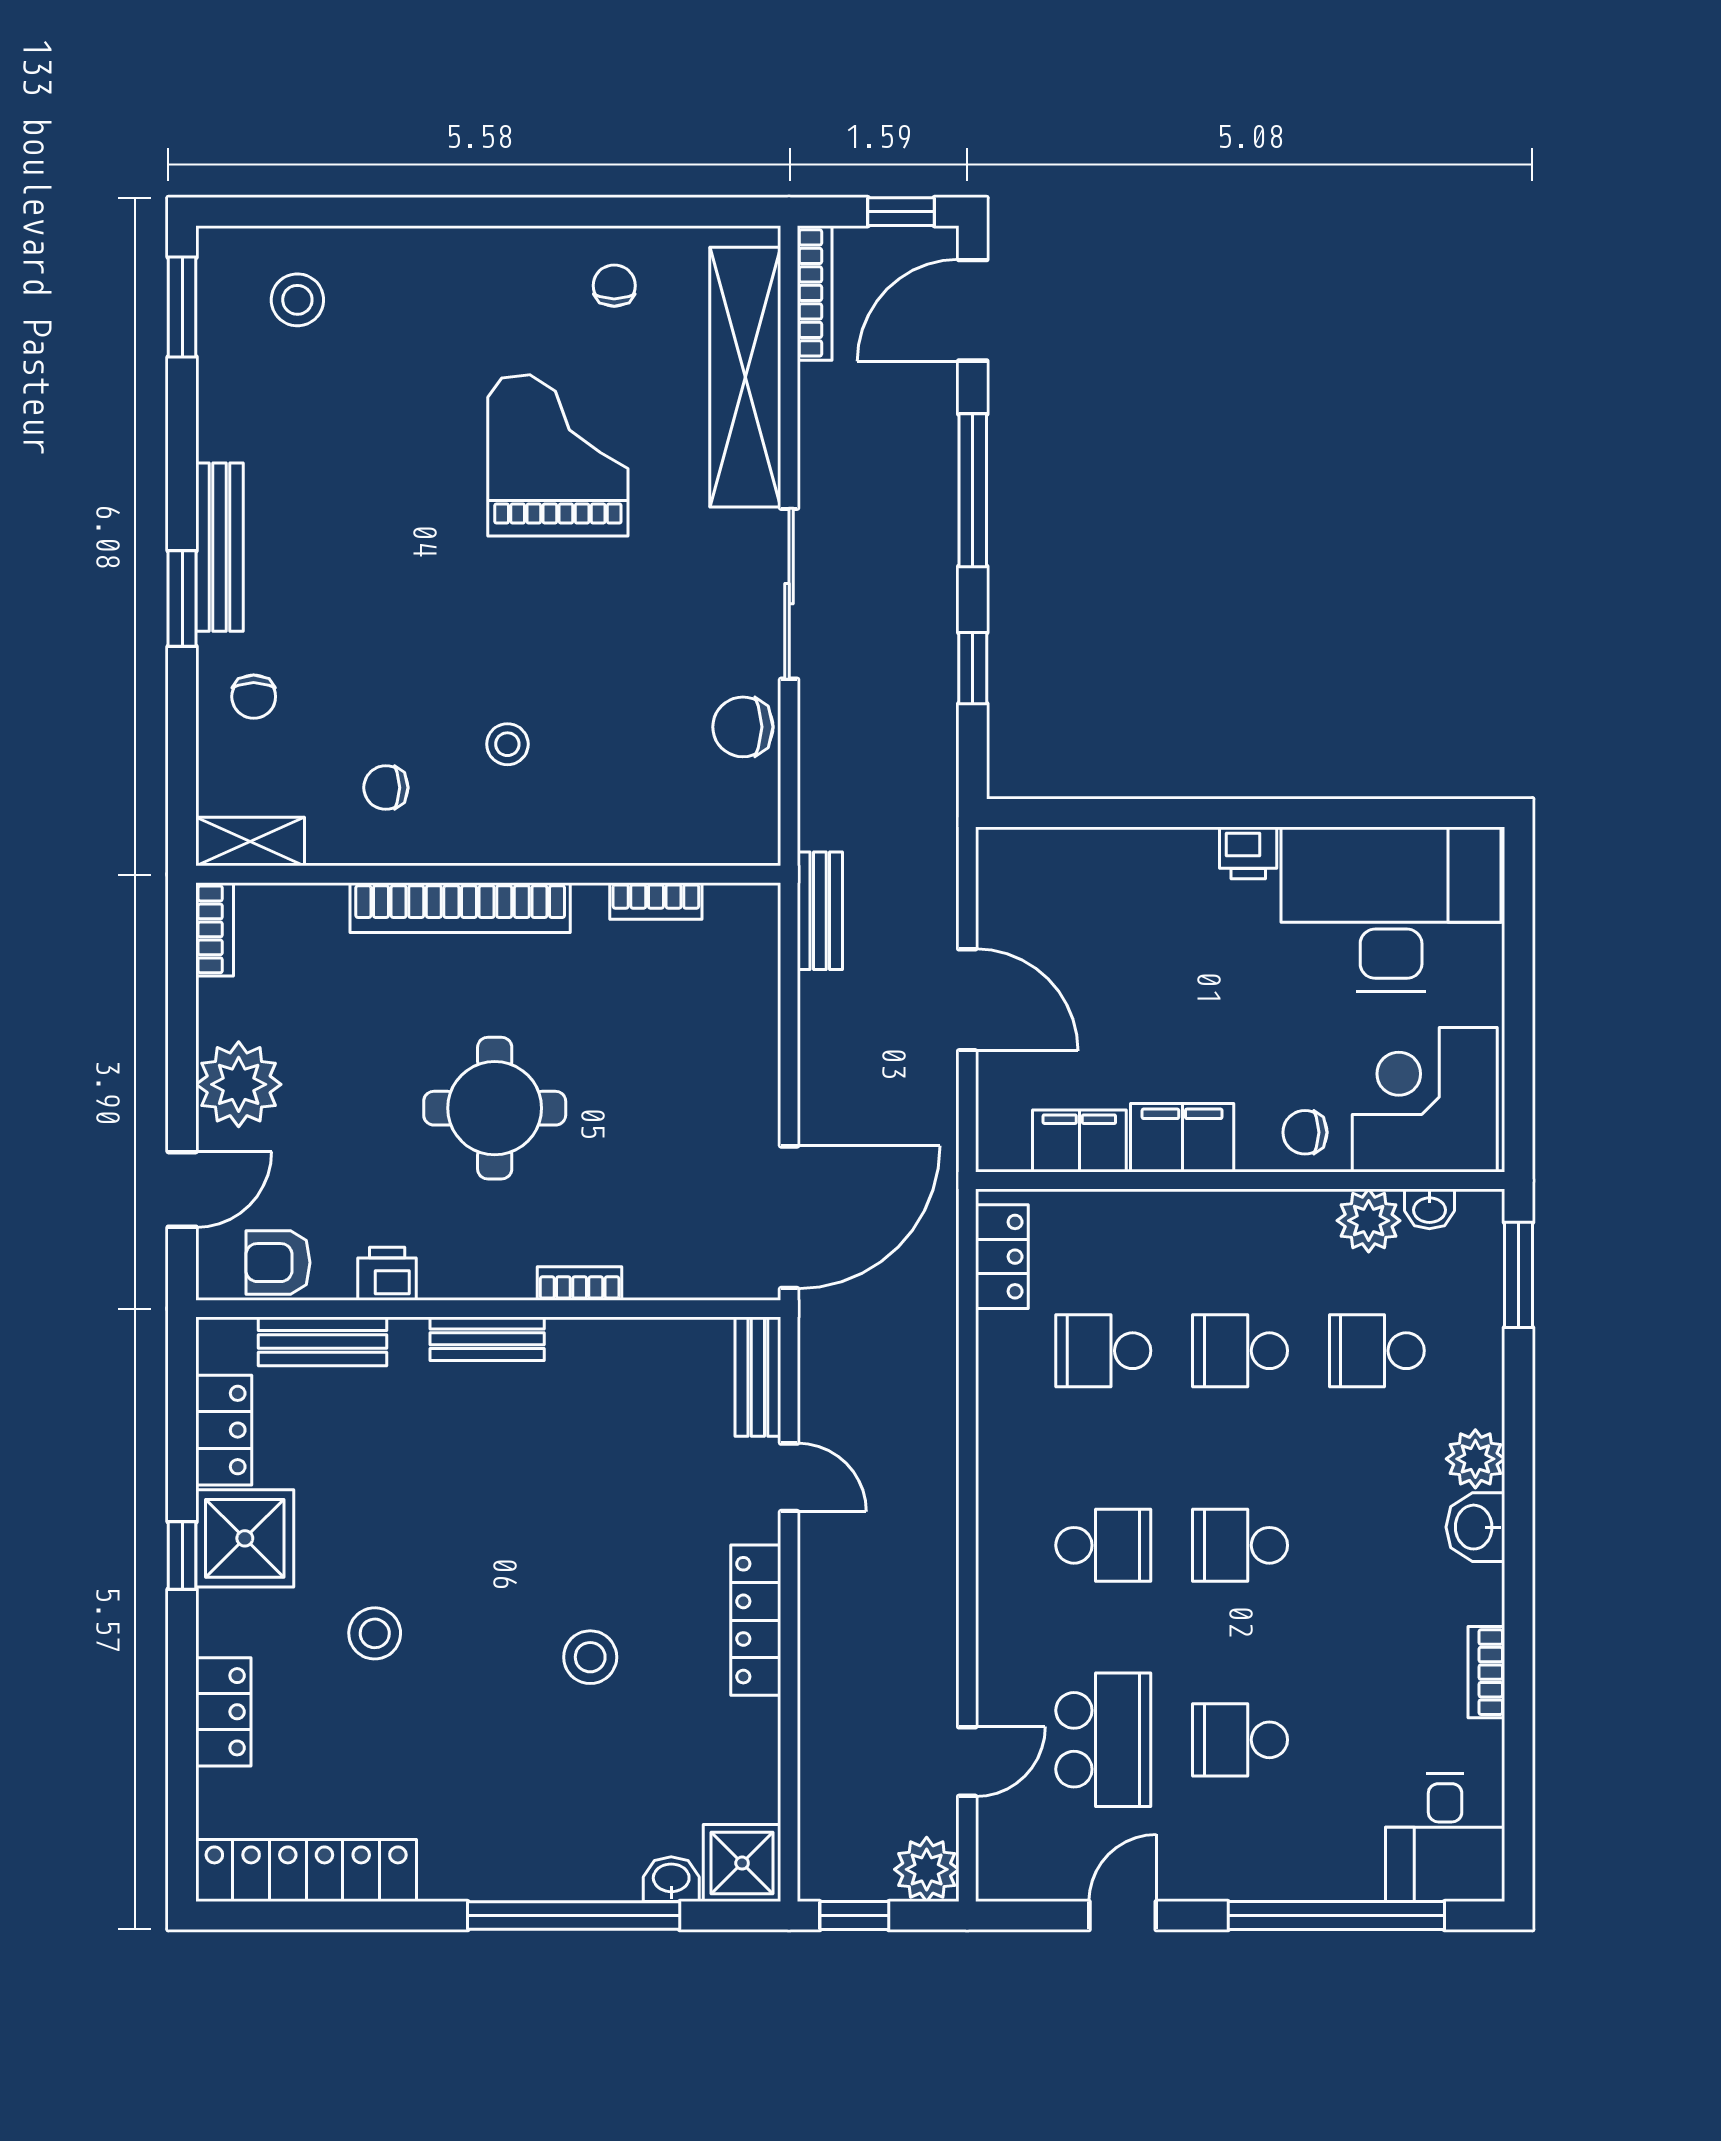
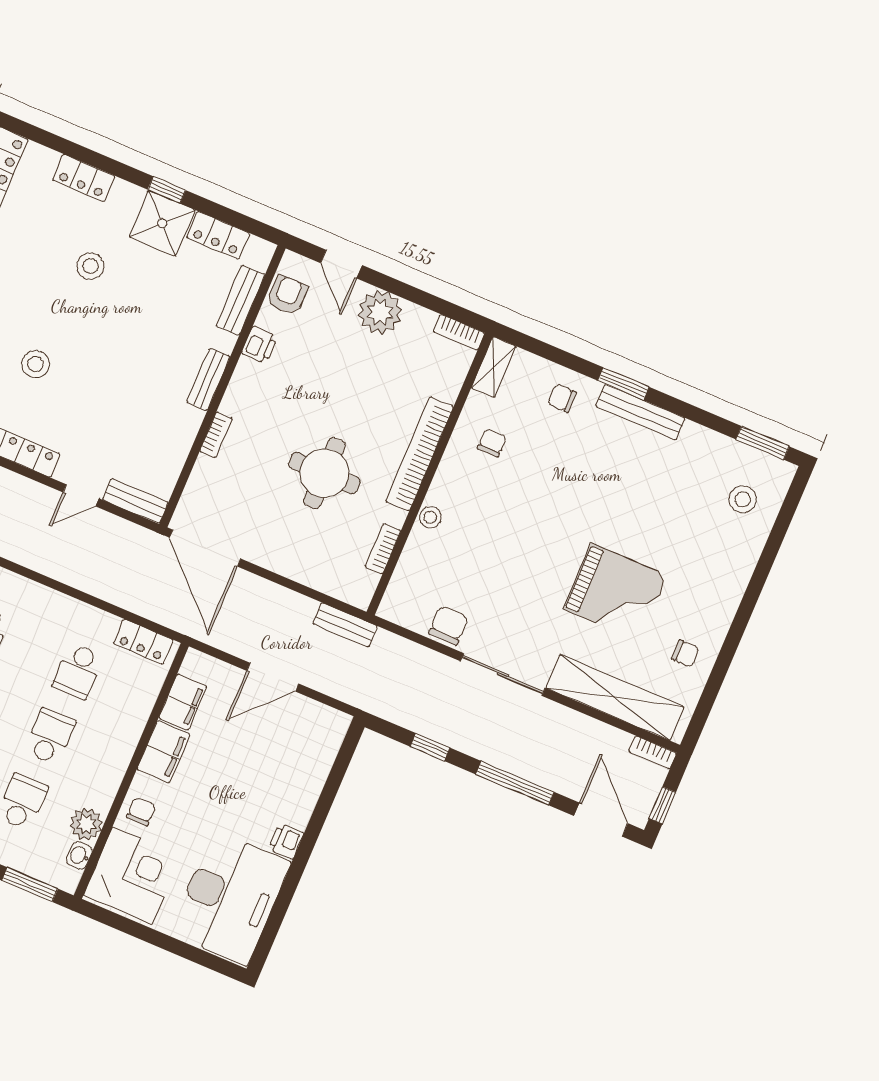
bookcase: (815, 293) -> (653, 753), width x0.64
stool: (507, 744) -> (430, 517), moved
round table: (495, 1108) -> (324, 473), moved
school desk: (1103, 1351) -> (78, 671), turned 180

